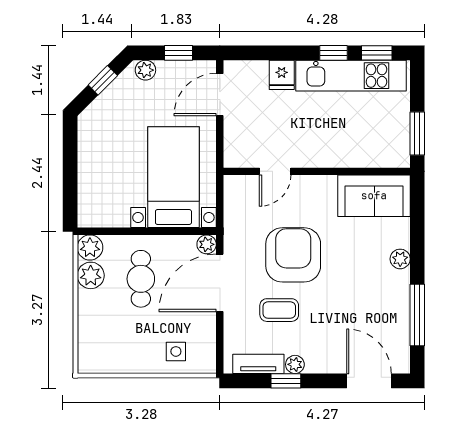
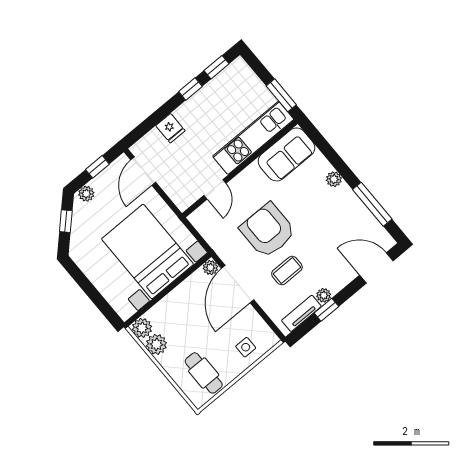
kitchen unit: (351, 76) -> (253, 138), moved, turned 180
bed with nightstands: (173, 177) -> (148, 252), width x1.36
cafe table: (141, 279) -> (204, 373), moved

